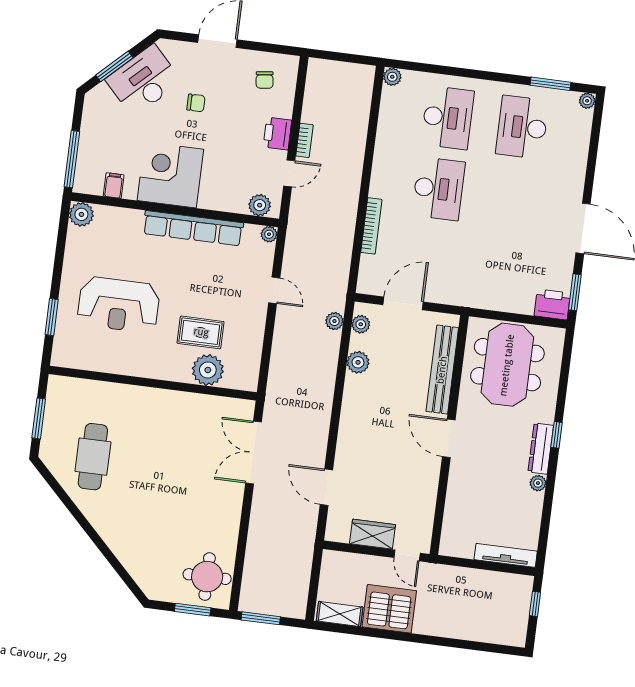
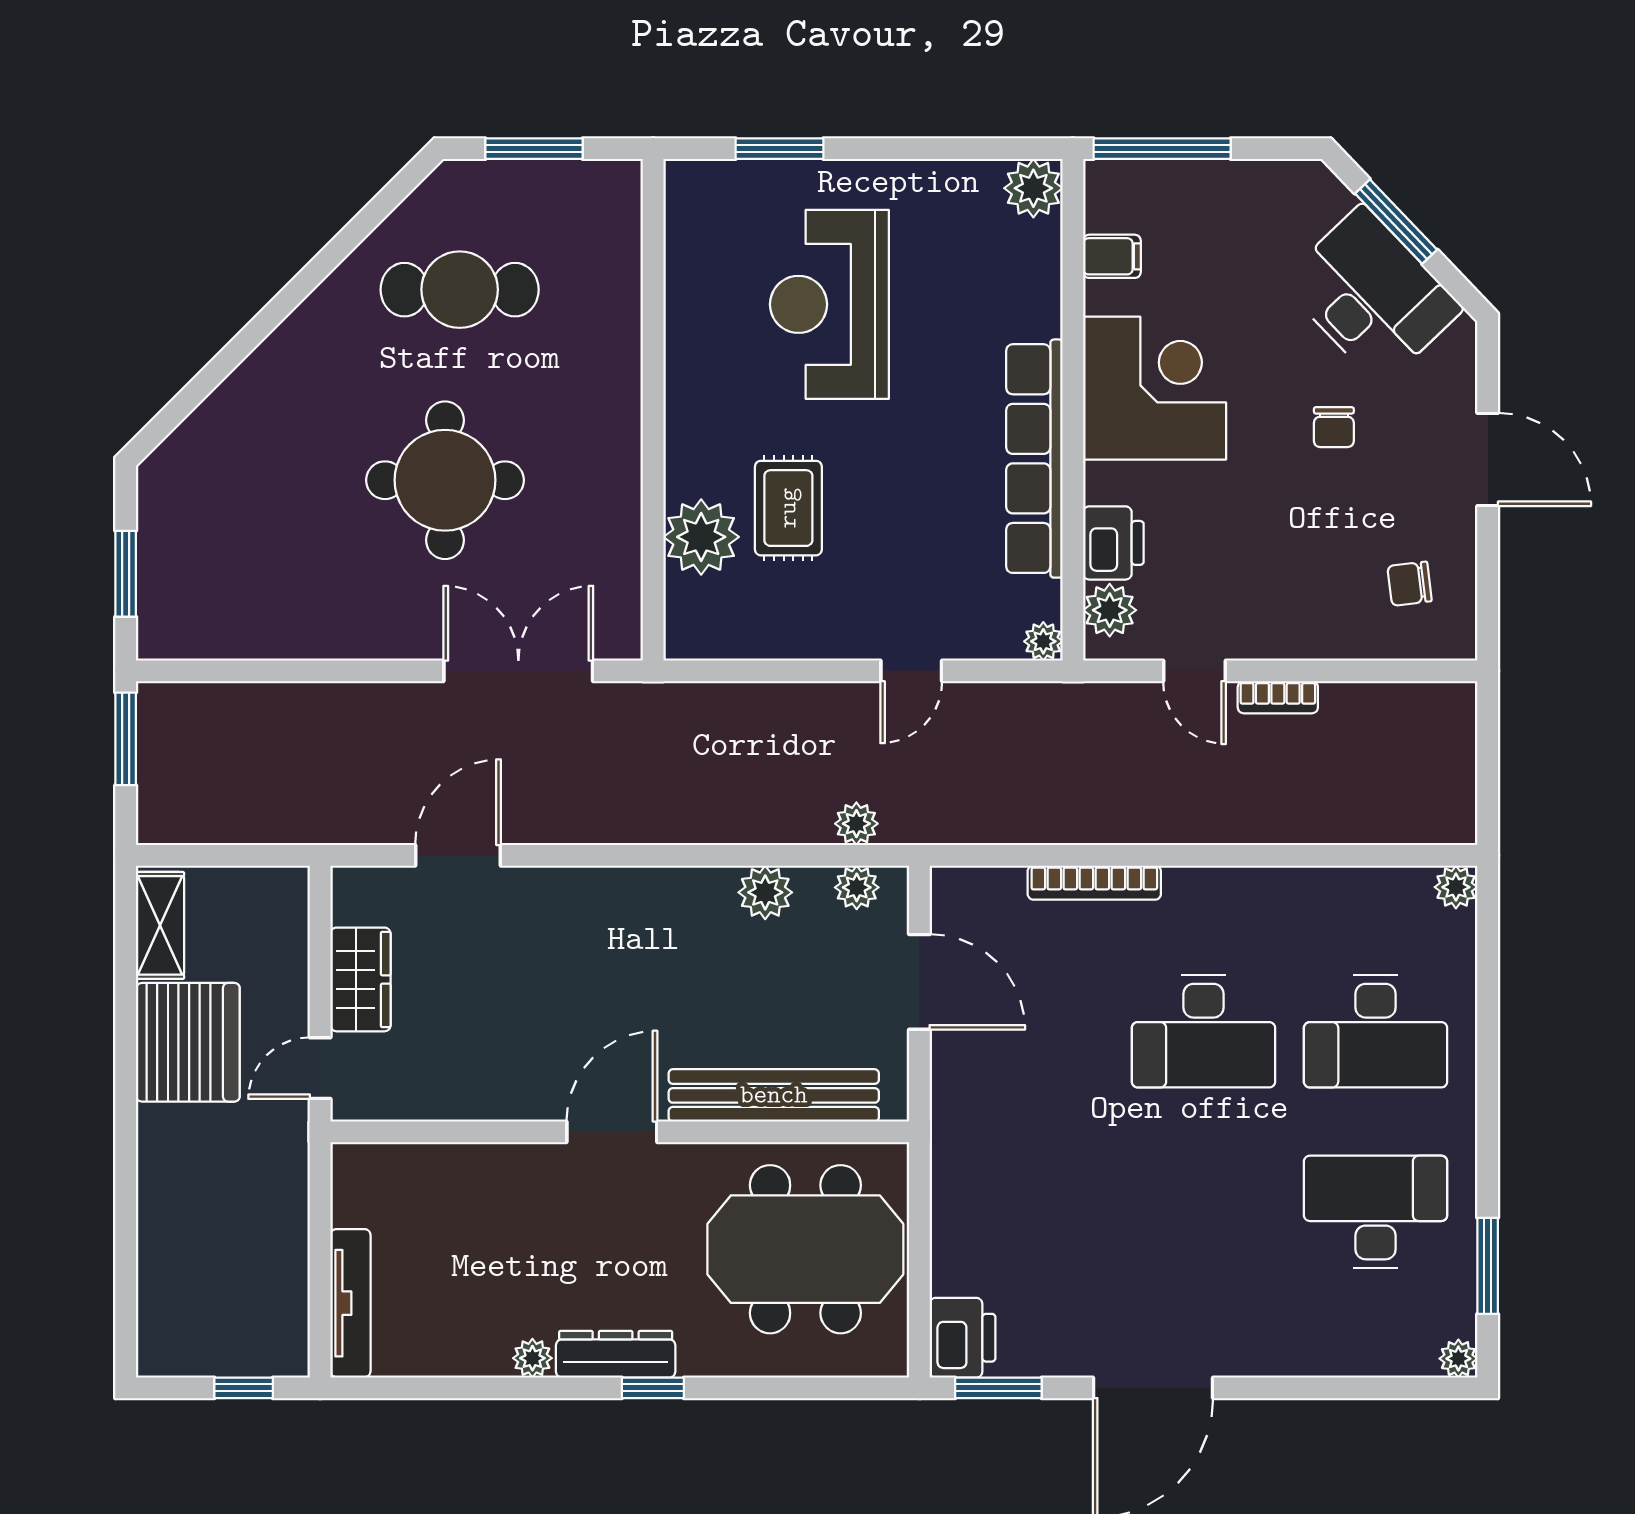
printer: (277, 133) -> (1113, 543), moved, turned 90
round table: (207, 577) -> (445, 480), moved, width x1.36, depth x1.36

